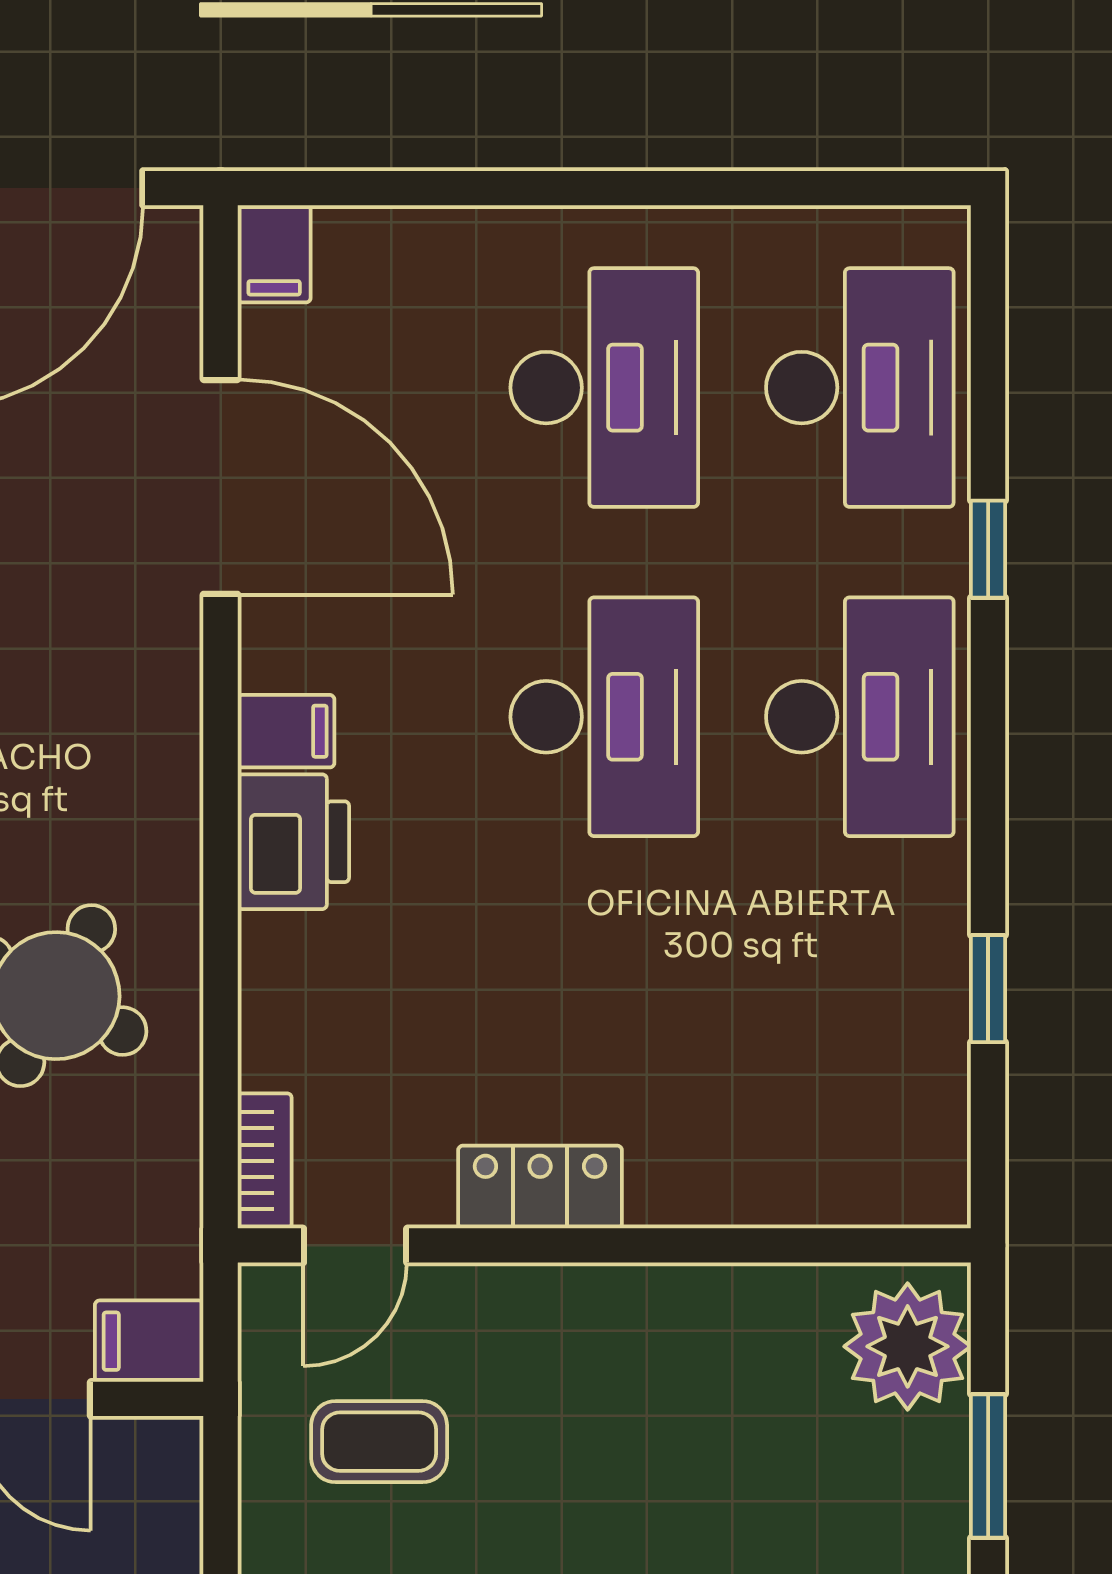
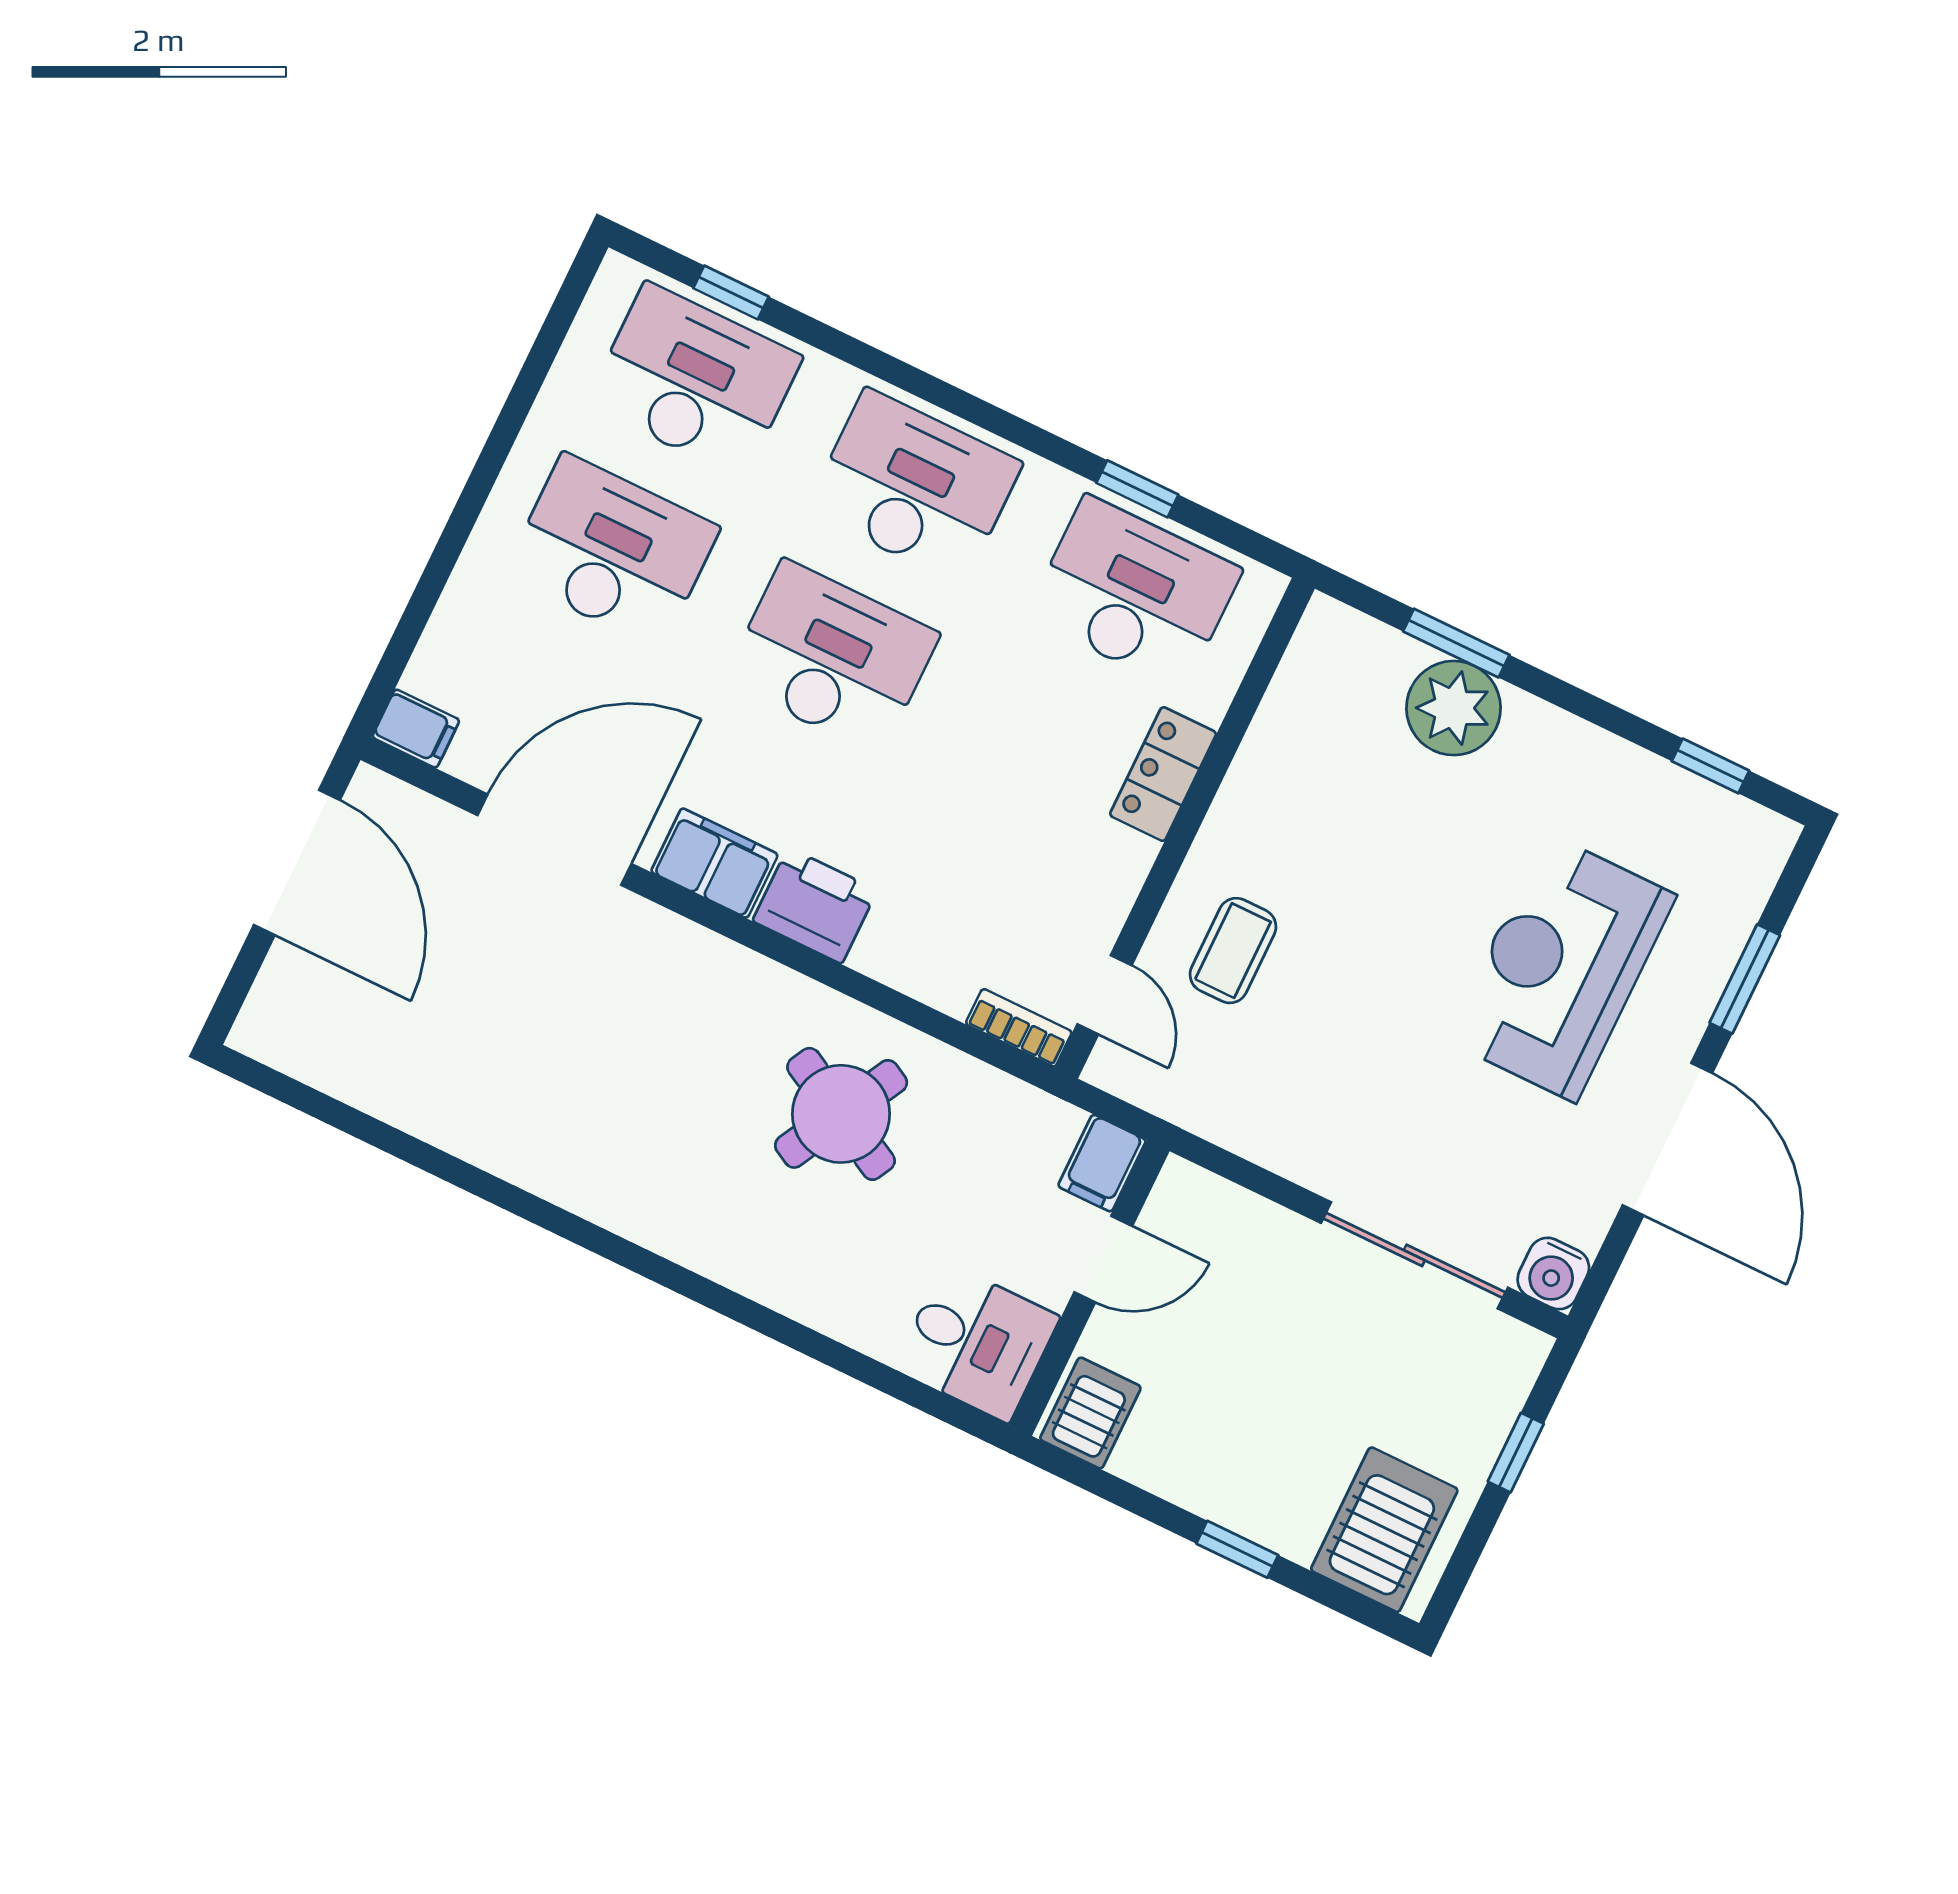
window: (988, 549) -> (731, 292), moved
filing cabinet: (286, 731) -> (714, 863), width x2.00
desk: (860, 1046) -> (1134, 593), added
locker: (540, 1187) -> (1163, 774), moved
plant: (908, 1346) -> (1454, 708), moved
coffee table: (379, 1442) -> (1233, 951), moved

